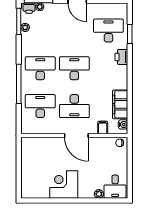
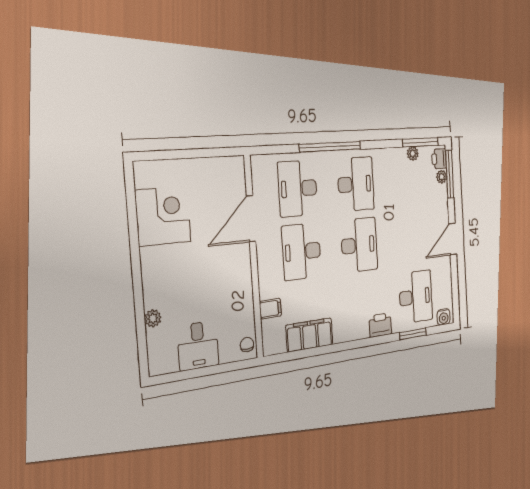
desk: (40, 106) -> (298, 188), turned 180
water cooler: (123, 124) -> (444, 317), moved
door: (76, 136) -> (251, 219), moved
corner desk: (64, 185) -> (163, 216), moved
desk: (115, 187) -> (198, 346), moved, turned -90

